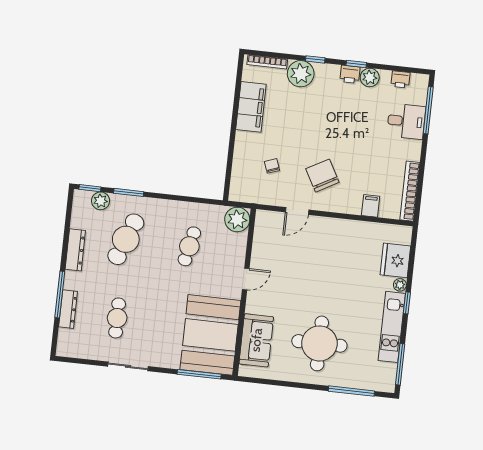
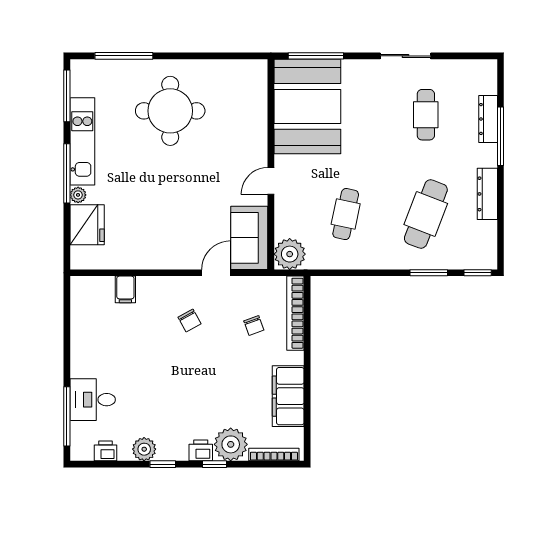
printer: (350, 74) -> (201, 450), moved
chair: (322, 176) -> (190, 320), width x0.54, depth x0.54
bookcase: (410, 191) -> (295, 313), moved, turned 180
plant: (101, 201) -> (463, 258), removed
window: (407, 303) -> (67, 173), width x2.17
sofa: (256, 340) -> (249, 238), moved

